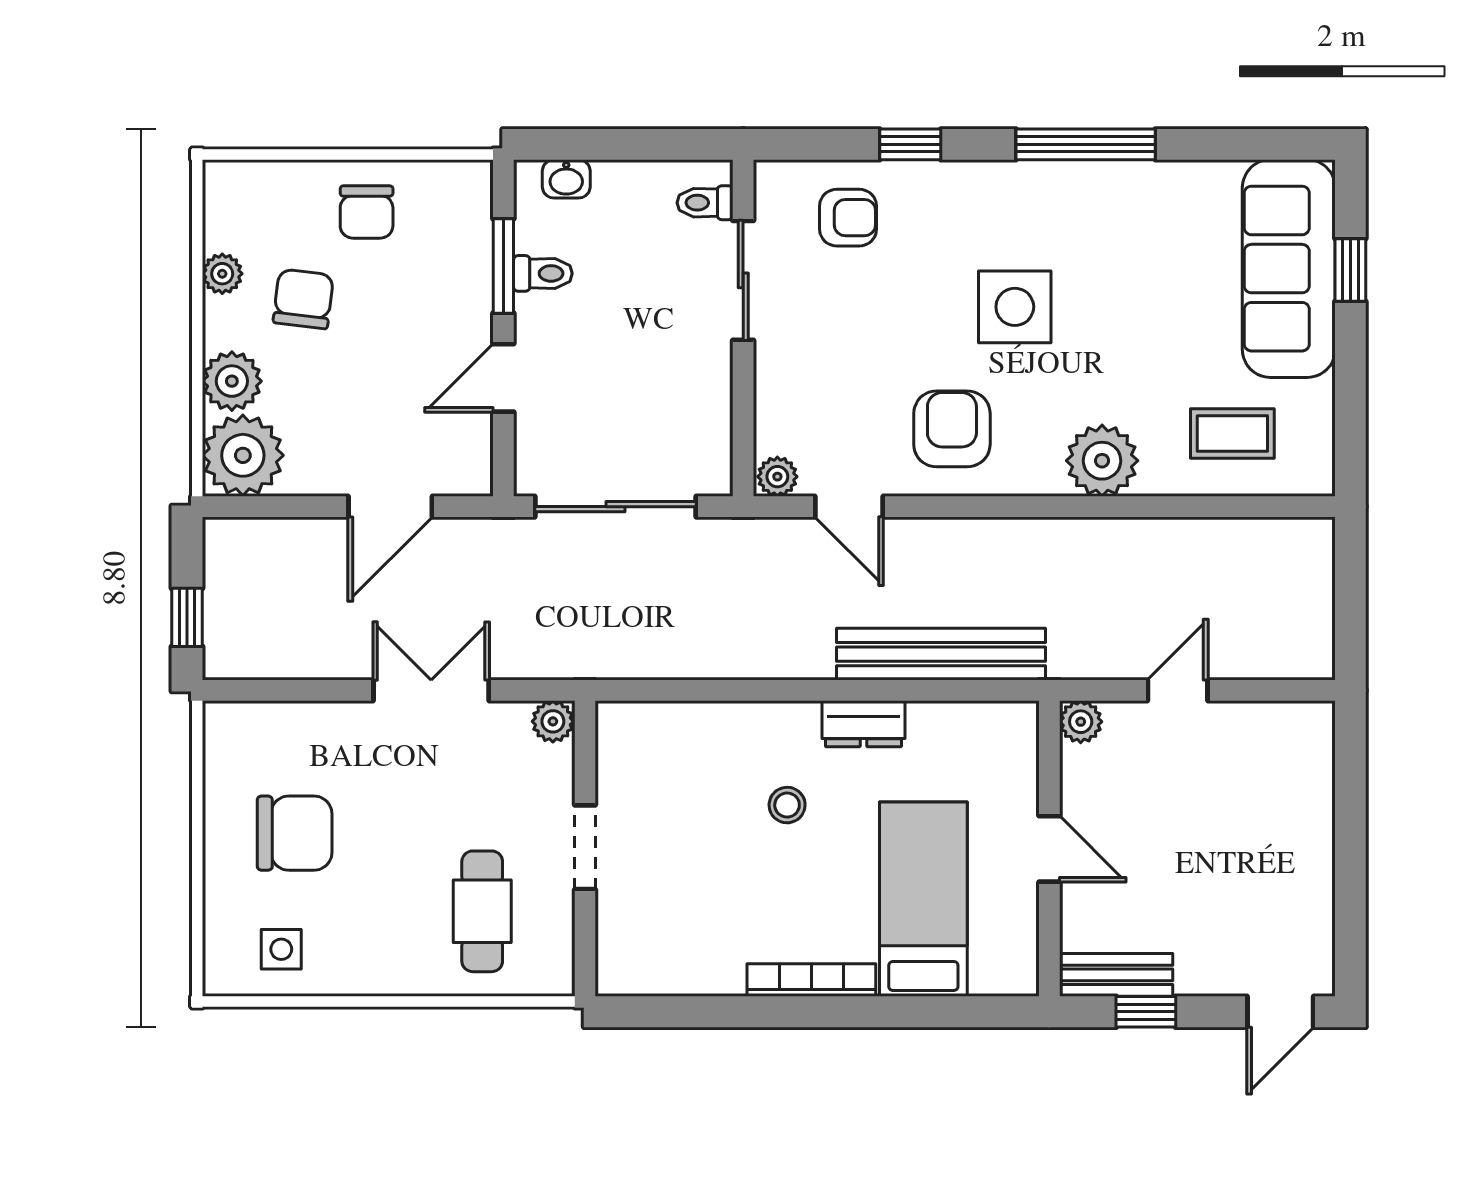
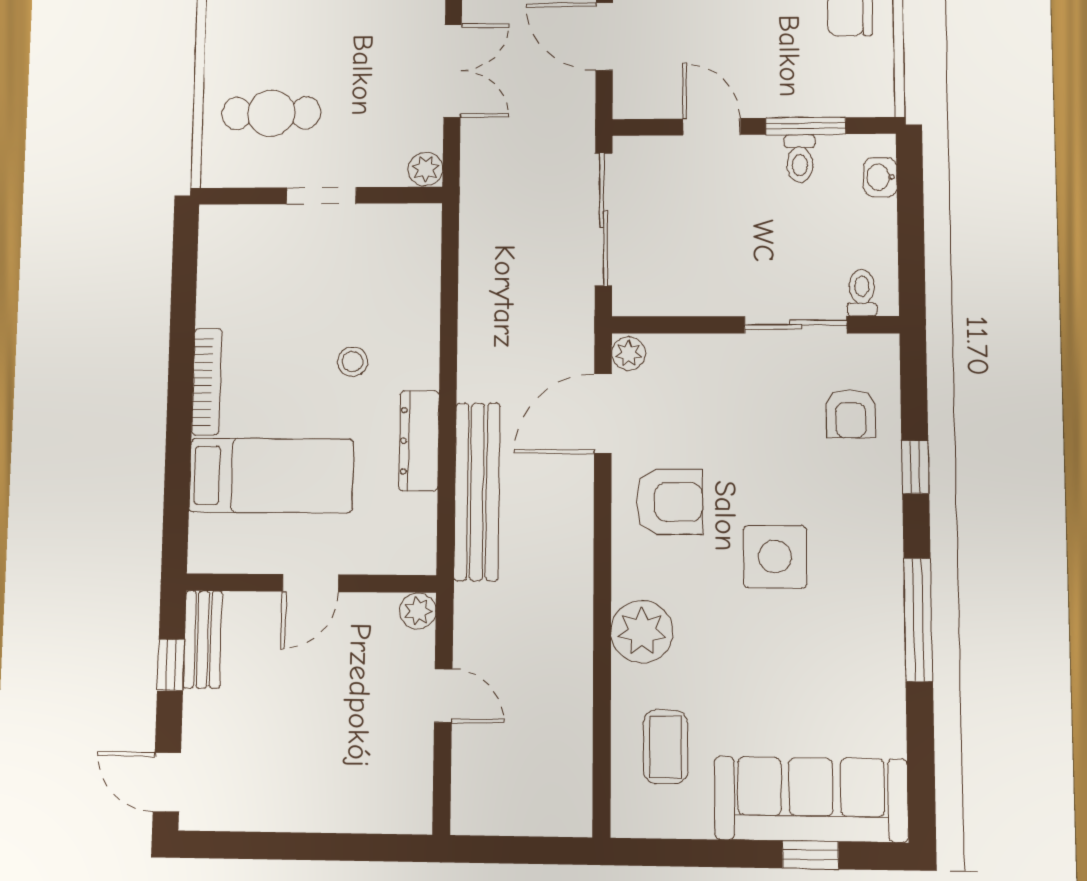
door: (849, 507) -> (603, 414), width x1.37
dresser: (863, 724) -> (419, 441), width x1.44

